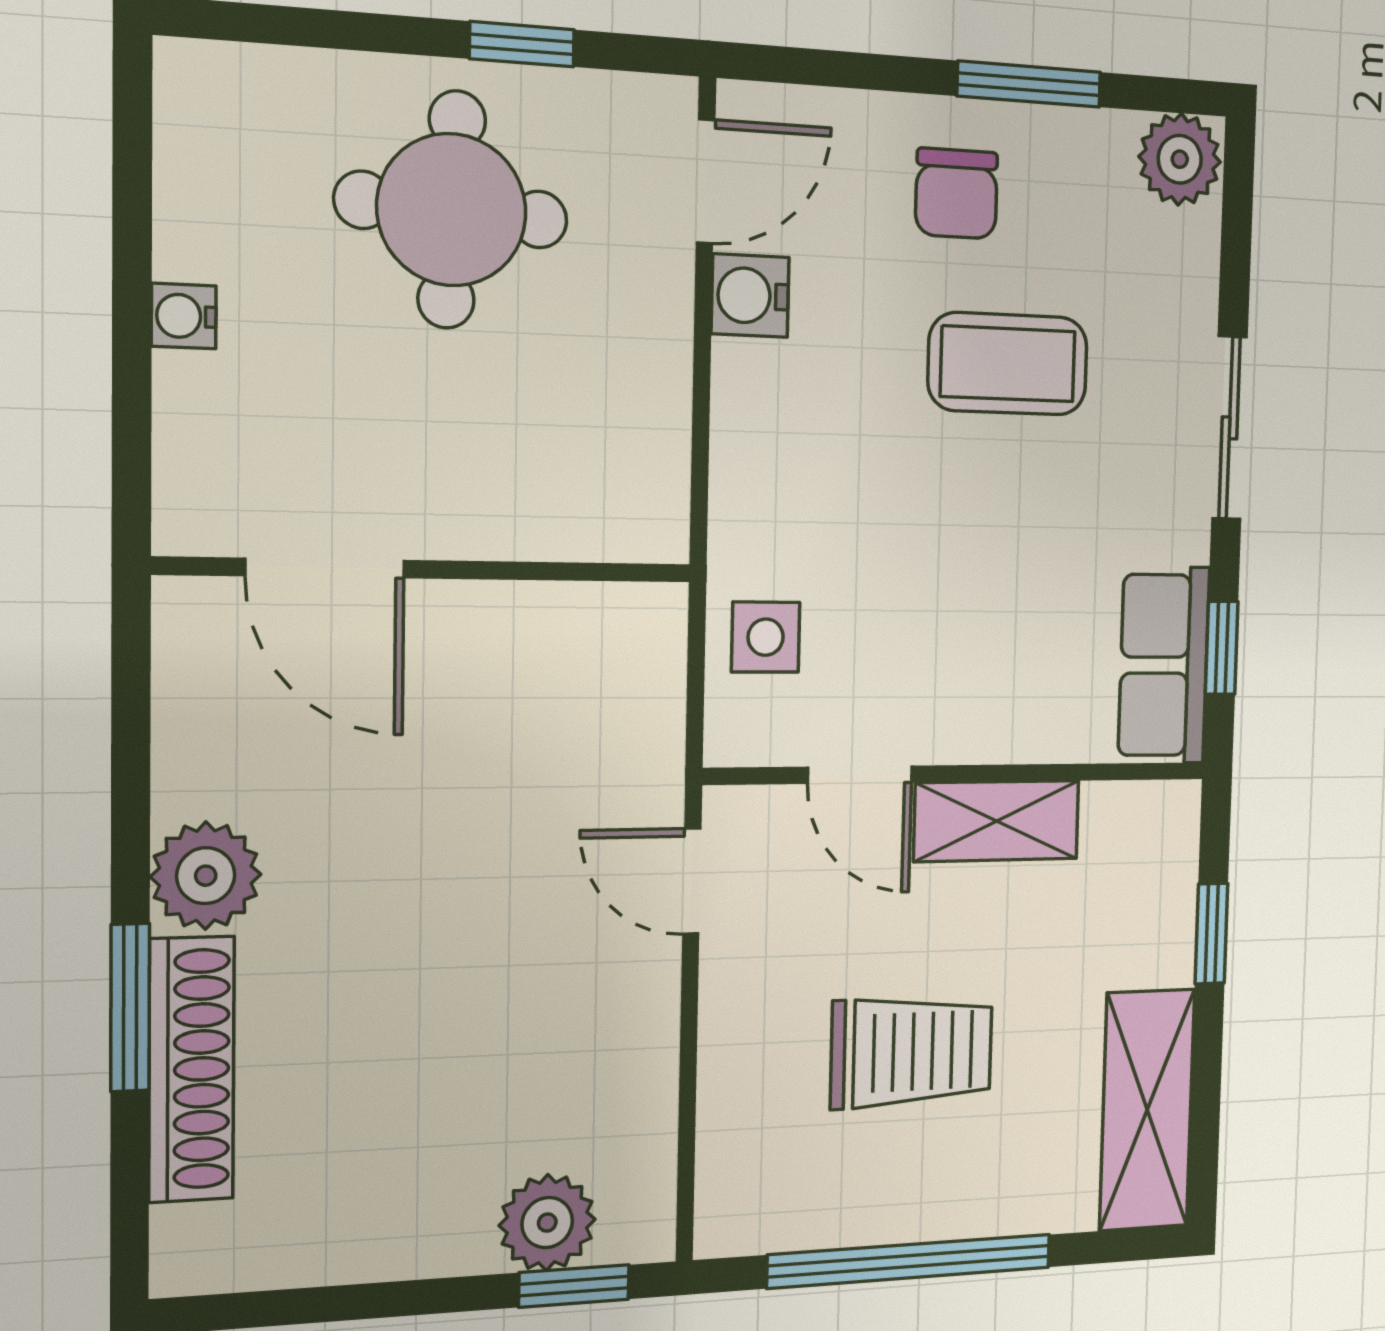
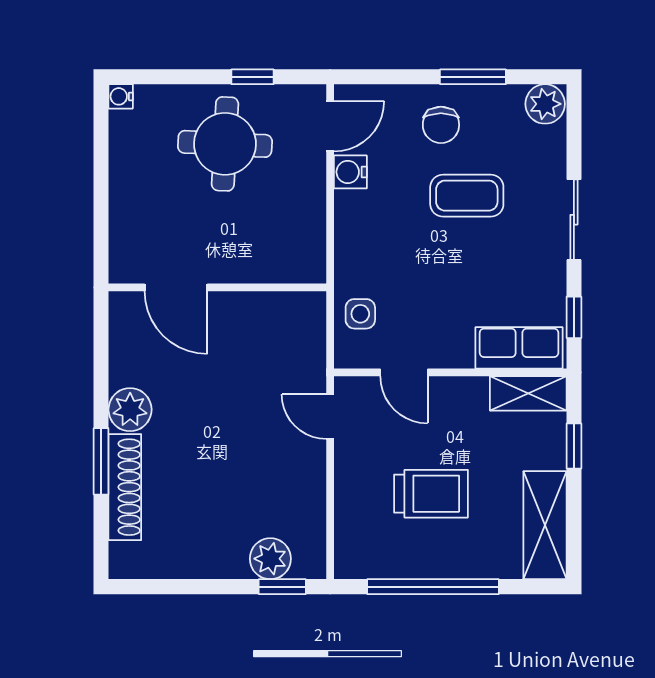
water cooler: (184, 316) -> (121, 96), moved
row of seats: (1164, 665) -> (519, 348), moved, turned 90
shelving: (997, 821) -> (528, 393), moved

